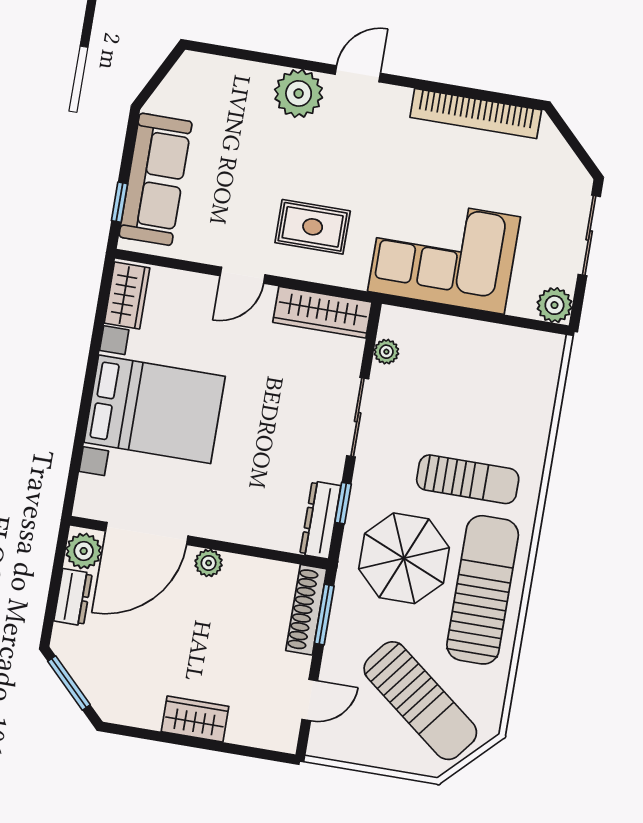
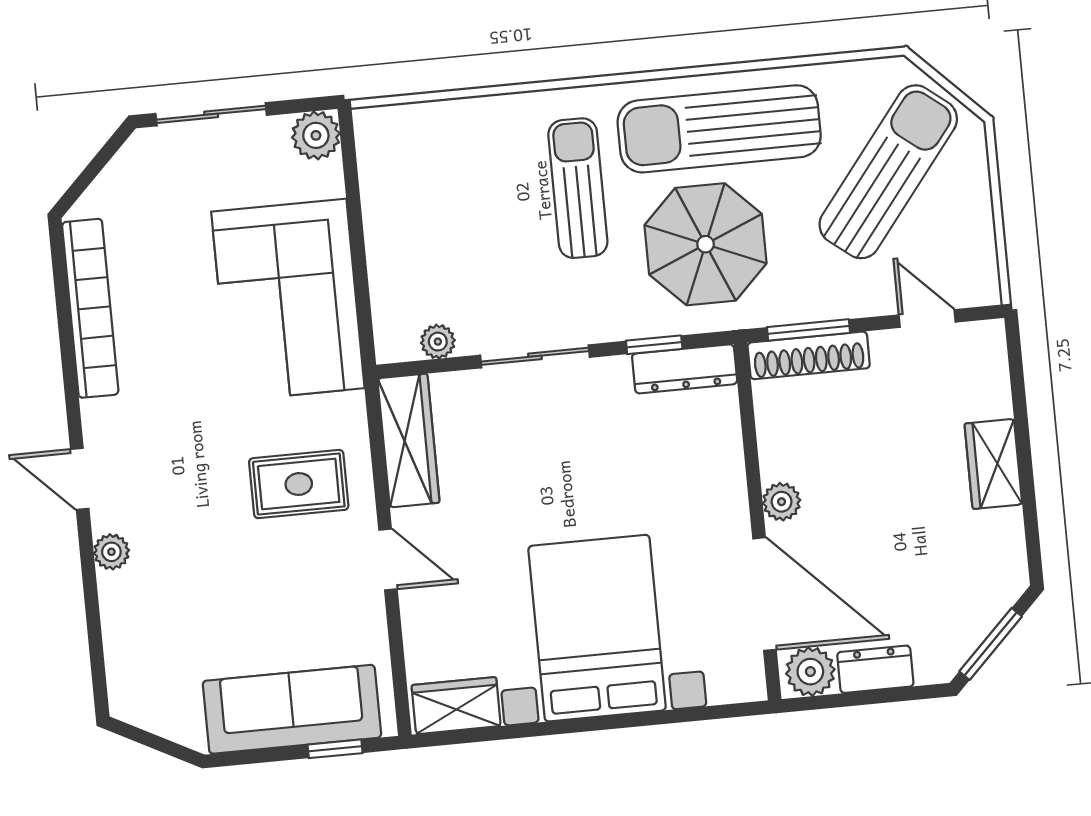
plant: (299, 93) -> (111, 552), width x0.53, depth x0.53
rug: (313, 227) -> (299, 484), turned 90

